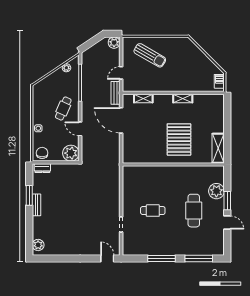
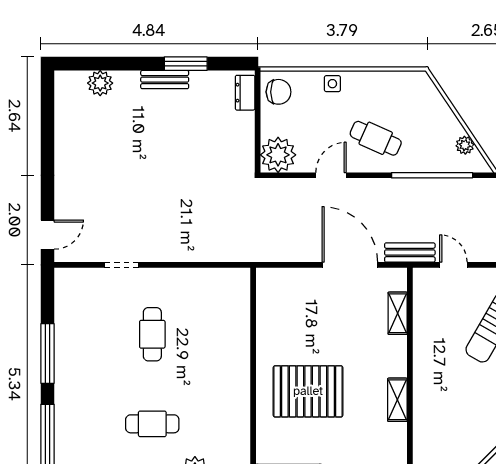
door: (121, 120) -> (350, 265), hinge flipped
cafe table: (194, 211) -> (152, 424), width x0.73, depth x0.74
plant: (38, 245) -> (100, 83), moved

